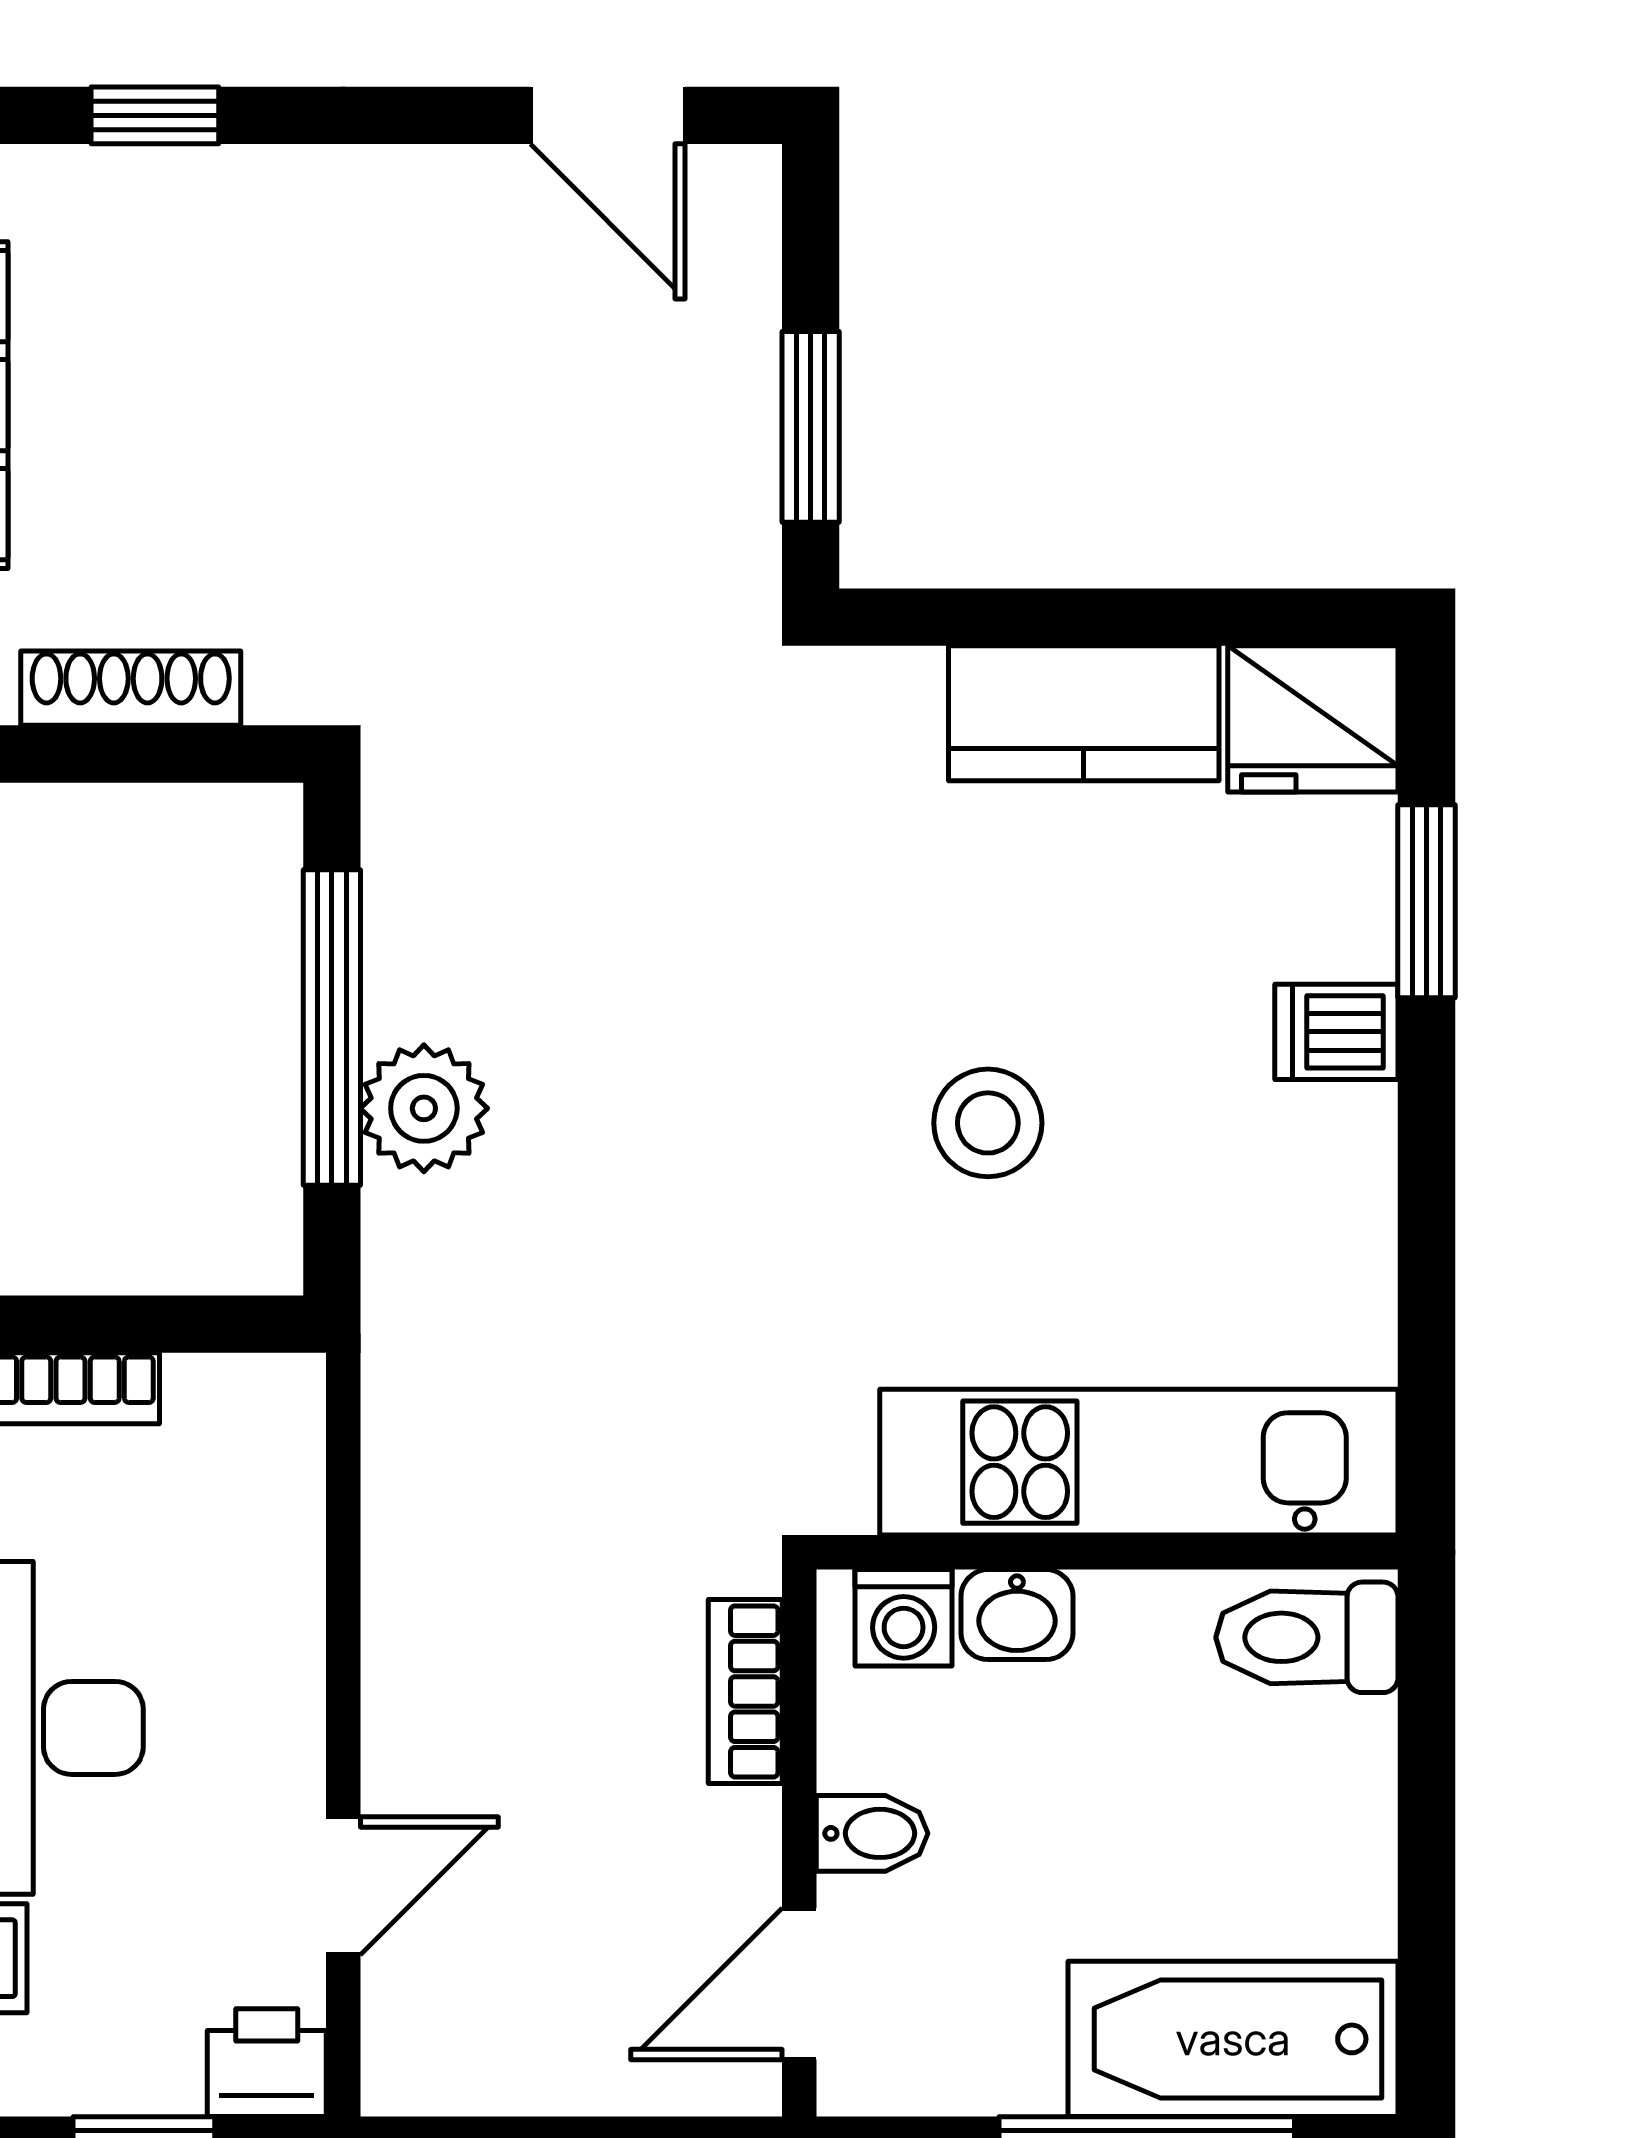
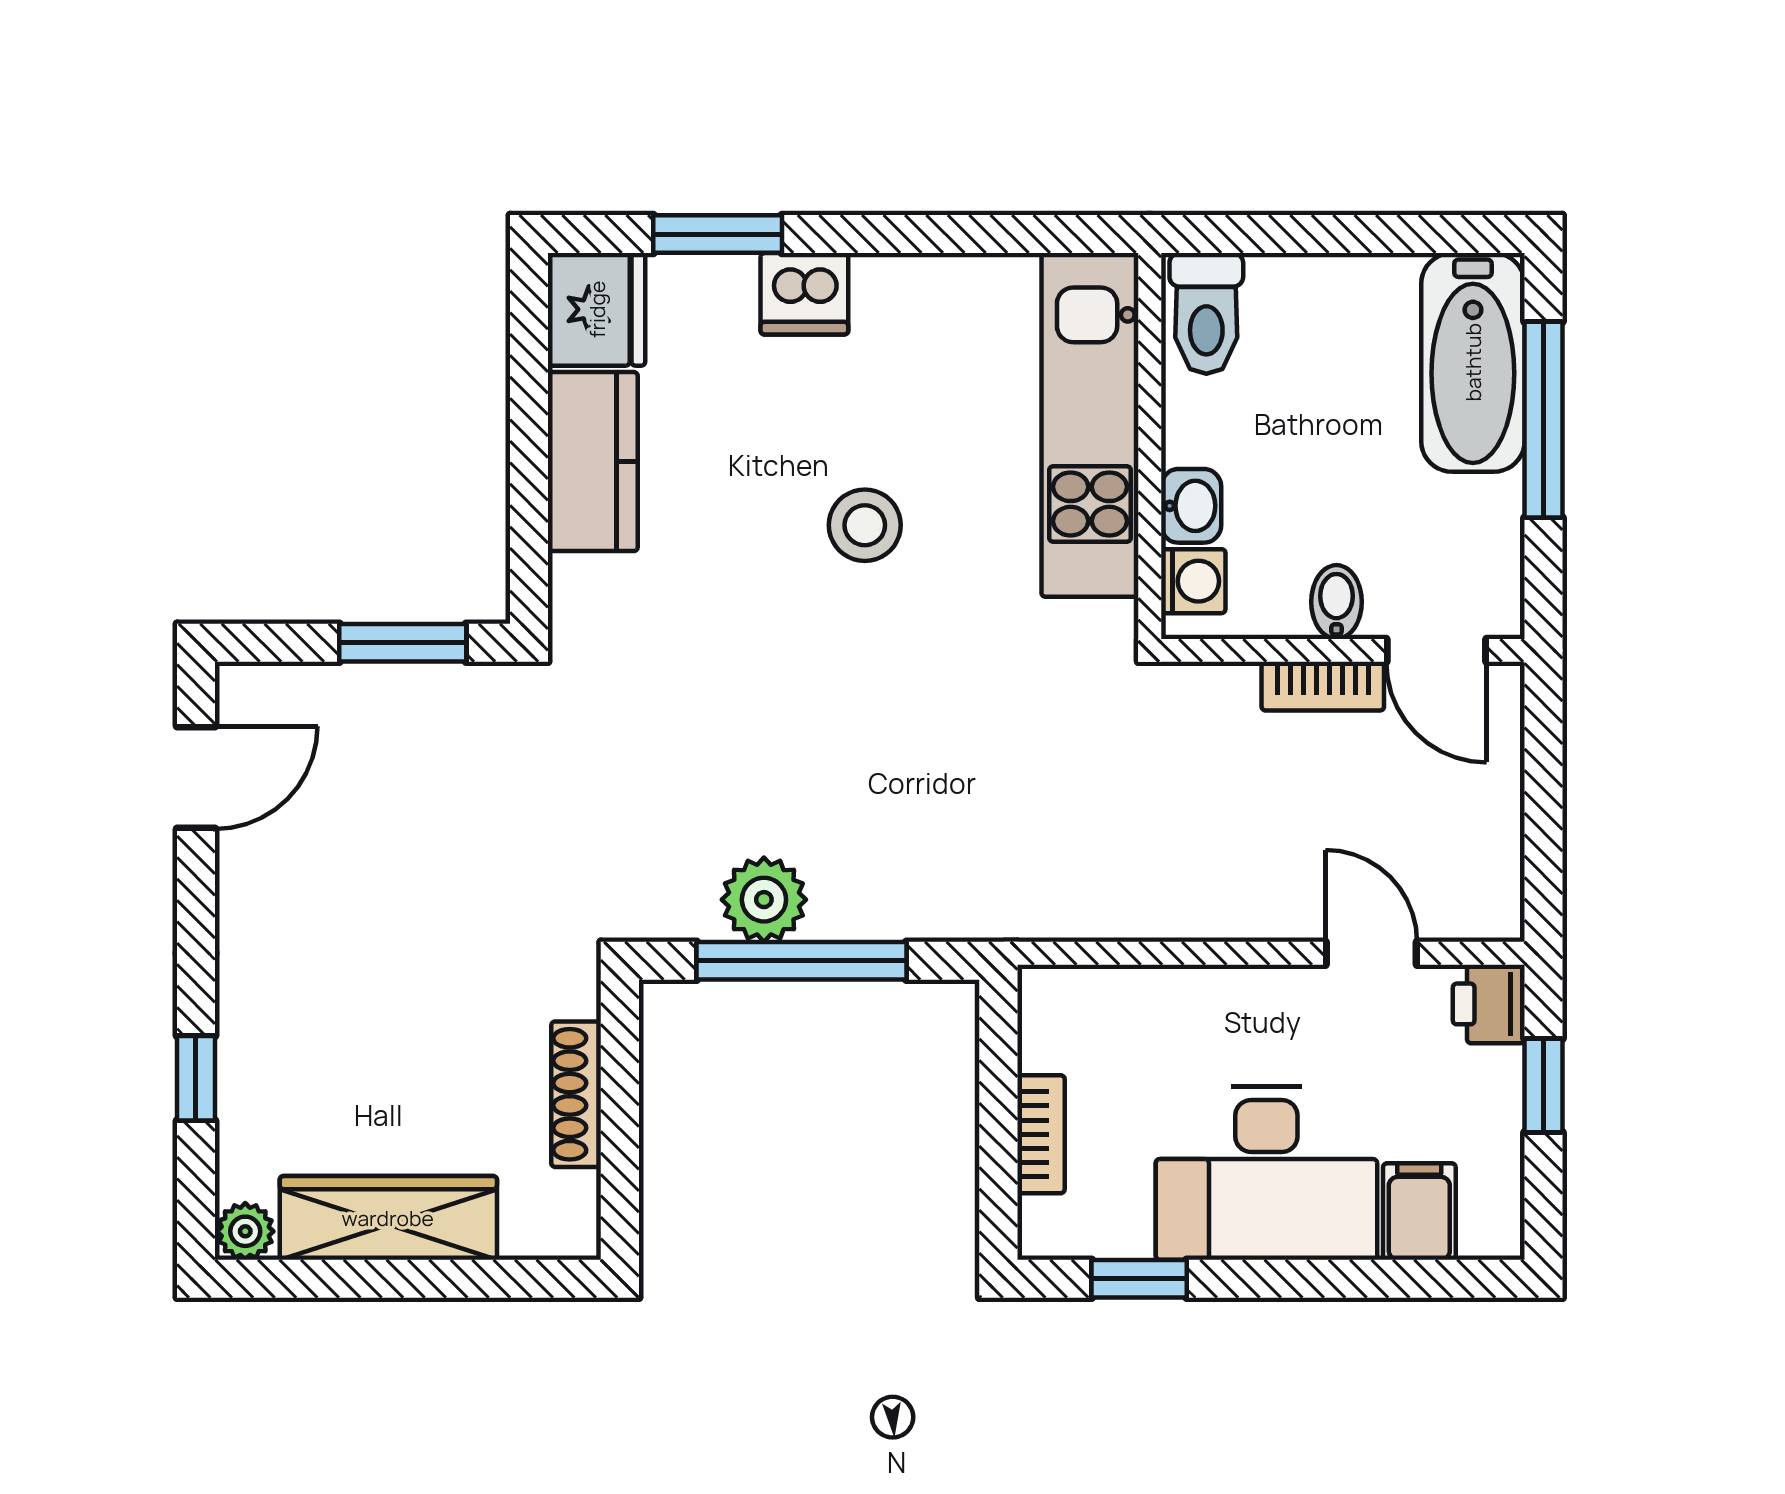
dishwasher: (1336, 1032) -> (804, 294), width x1.38
plant: (424, 1108) -> (764, 900), moved
bookcase: (745, 1691) -> (1323, 686), moved

